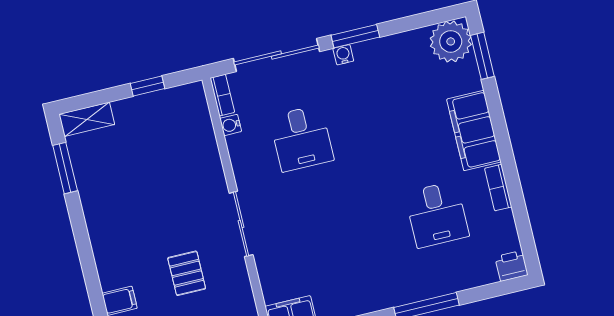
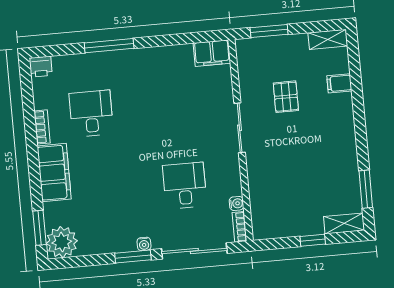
window: (148, 86) -> (313, 240), moved

